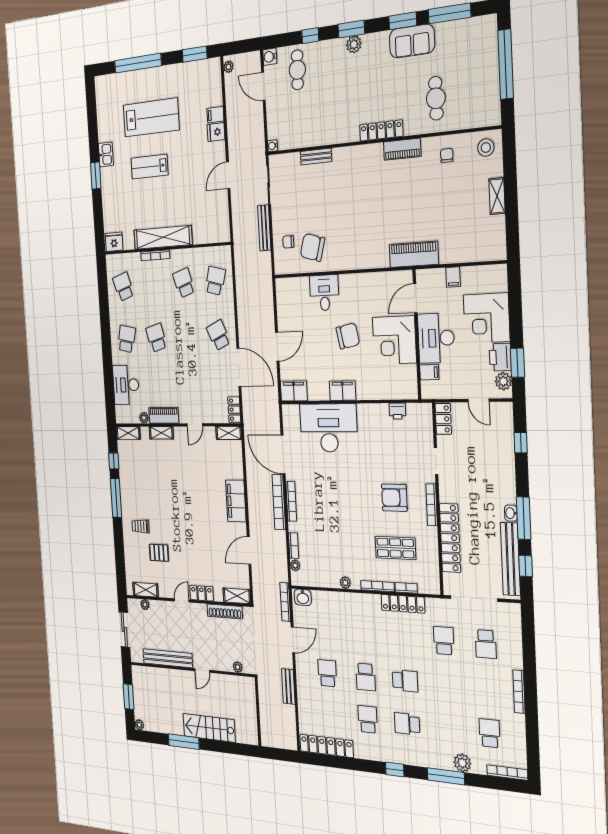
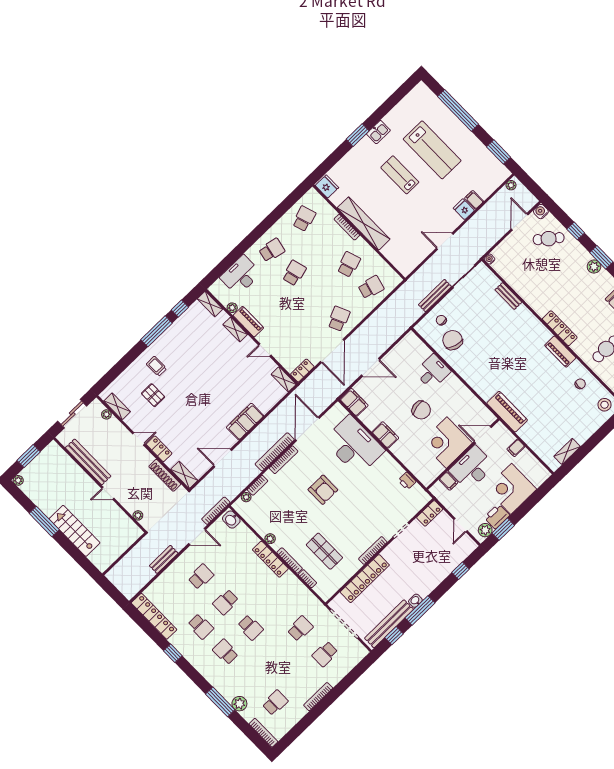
cafe table: (297, 70) -> (549, 239), turned 37
shelving: (497, 196) -> (567, 451), moved
armchair: (394, 498) -> (323, 490), moved, turned 180
locker: (403, 604) -> (270, 559), moved
school desk: (368, 719) -> (201, 626), turned 90
window: (395, 769) -> (173, 653), moved

